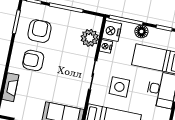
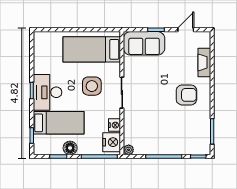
armchair: (40, 31) -> (186, 127), removed
floor lamp: (141, 32) -> (70, 148), moved
plant: (90, 38) -> (129, 150), moved, width x0.53, depth x0.53

